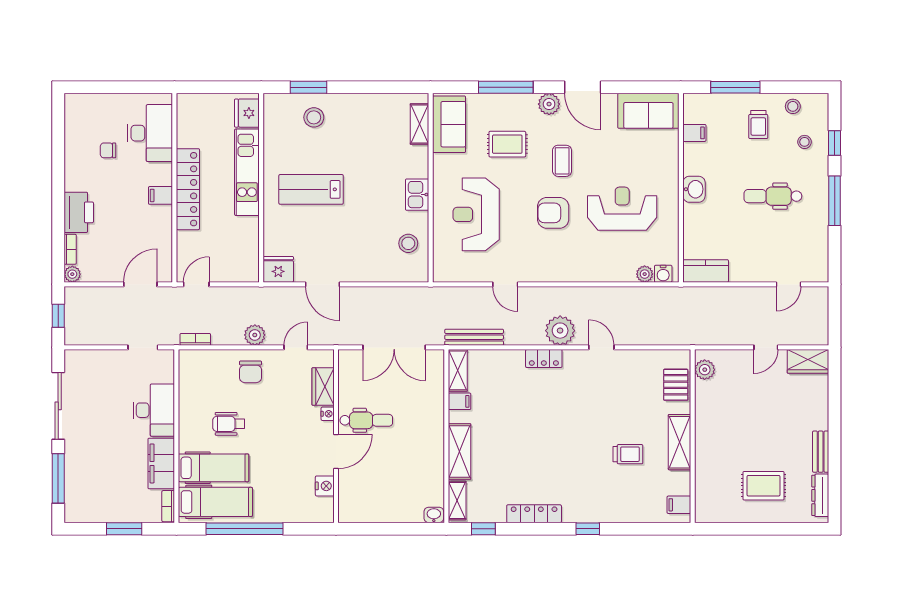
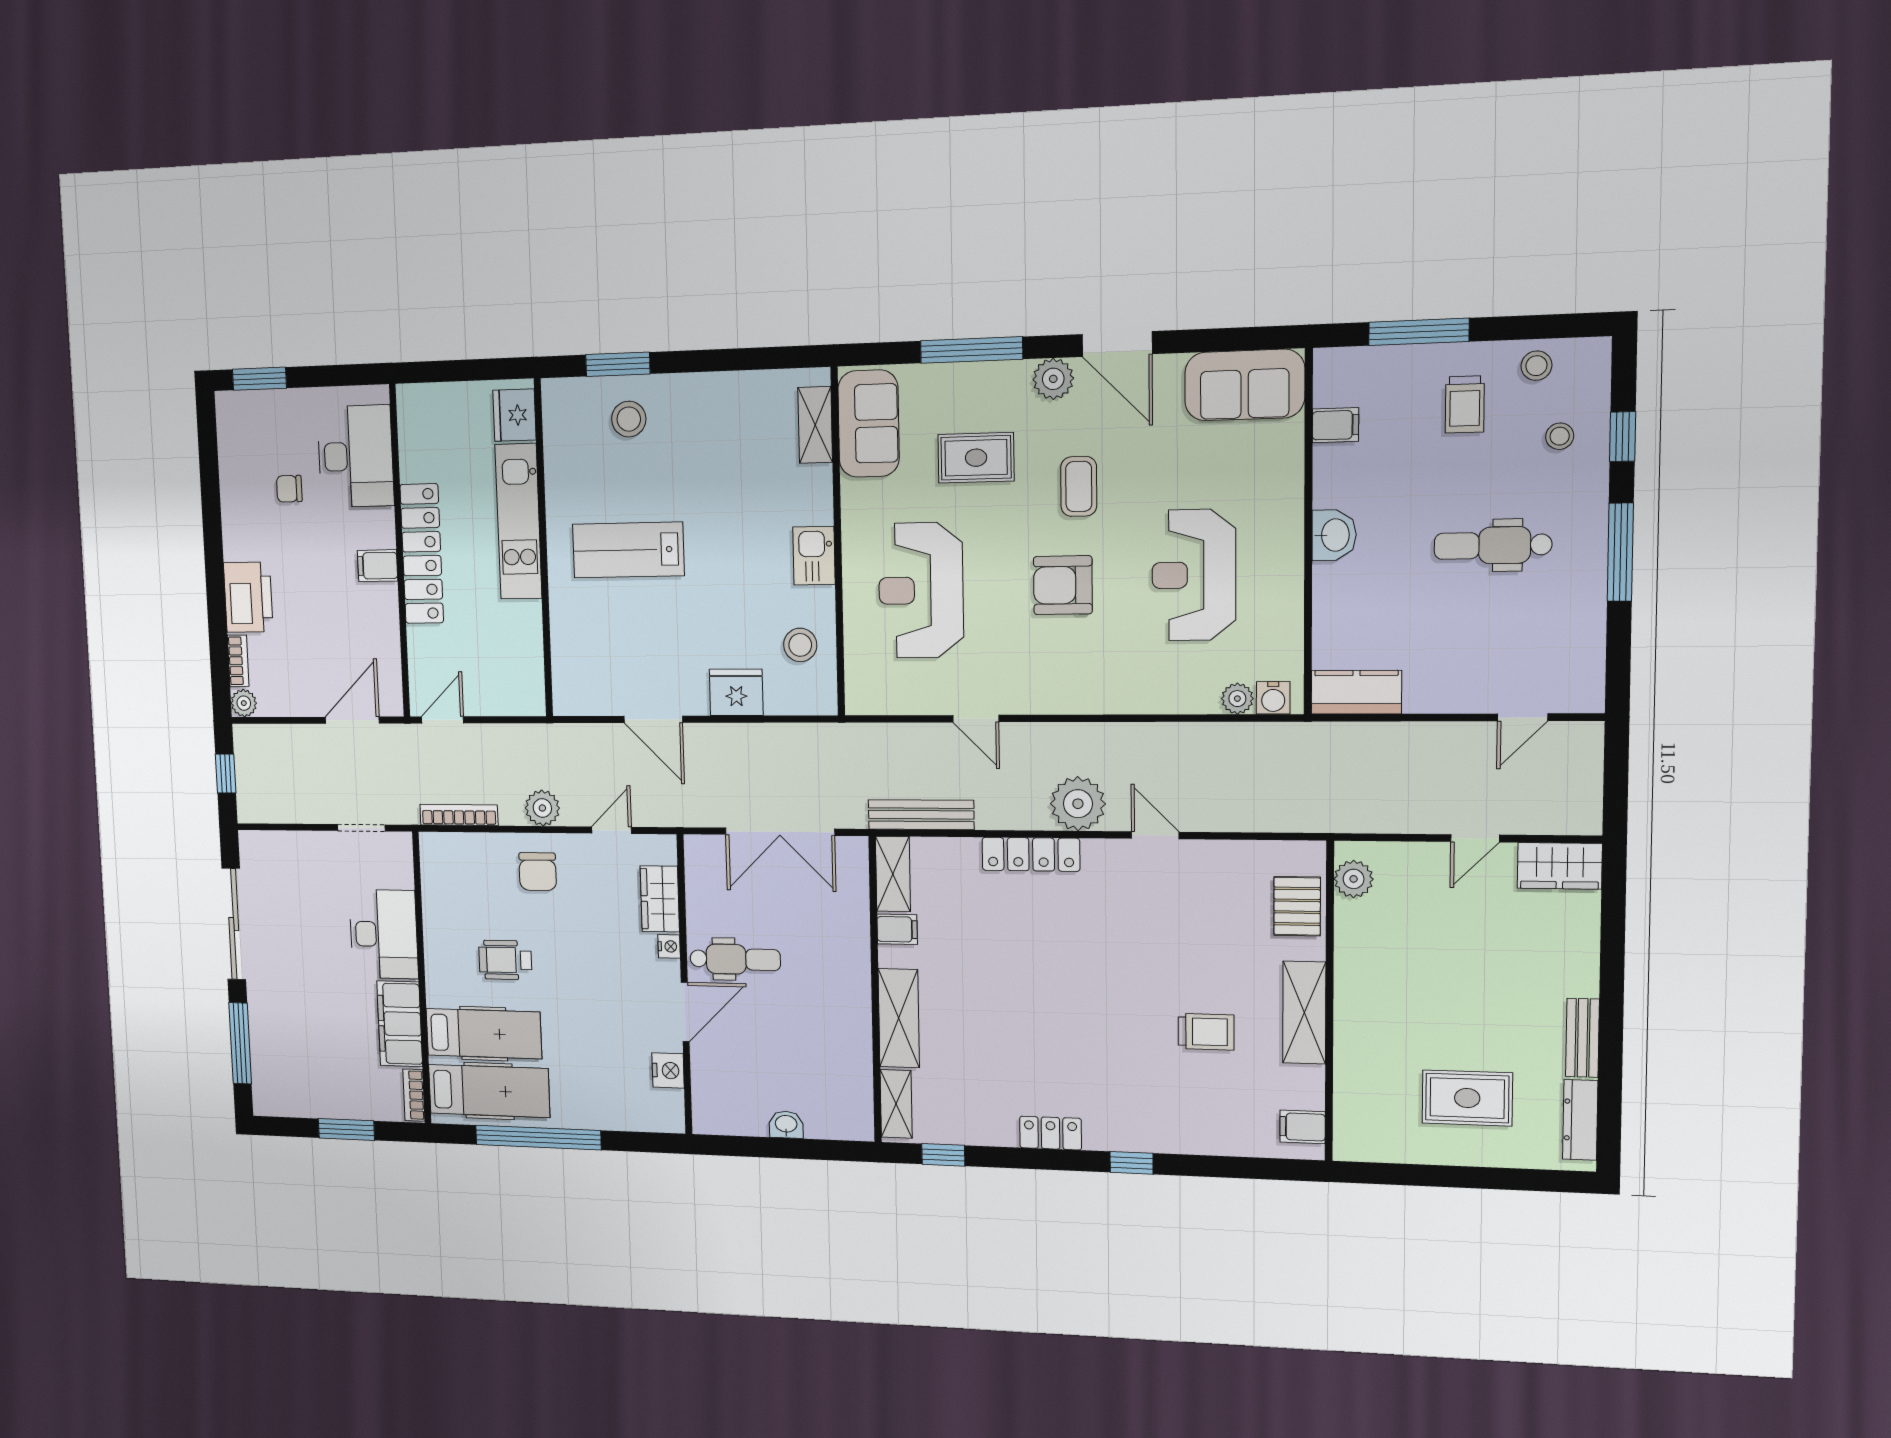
window: (93, 87) -> (259, 379), added
reception desk: (622, 209) -> (1194, 575), turned -90
fridge: (278, 269) -> (736, 692), moved
bookcase: (195, 339) -> (459, 815), width x1.56
locker: (544, 358) -> (1031, 854), width x1.53
locker: (534, 514) -> (1051, 1133), width x0.66
washbasin: (434, 515) -> (786, 1125), moved

